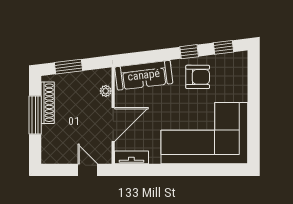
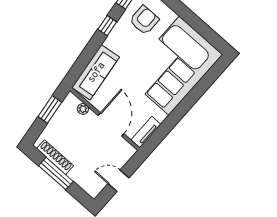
window: (69, 67) -> (50, 109), moved
armchair: (198, 77) -> (144, 20), moved
door: (88, 170) -> (119, 181), moved

